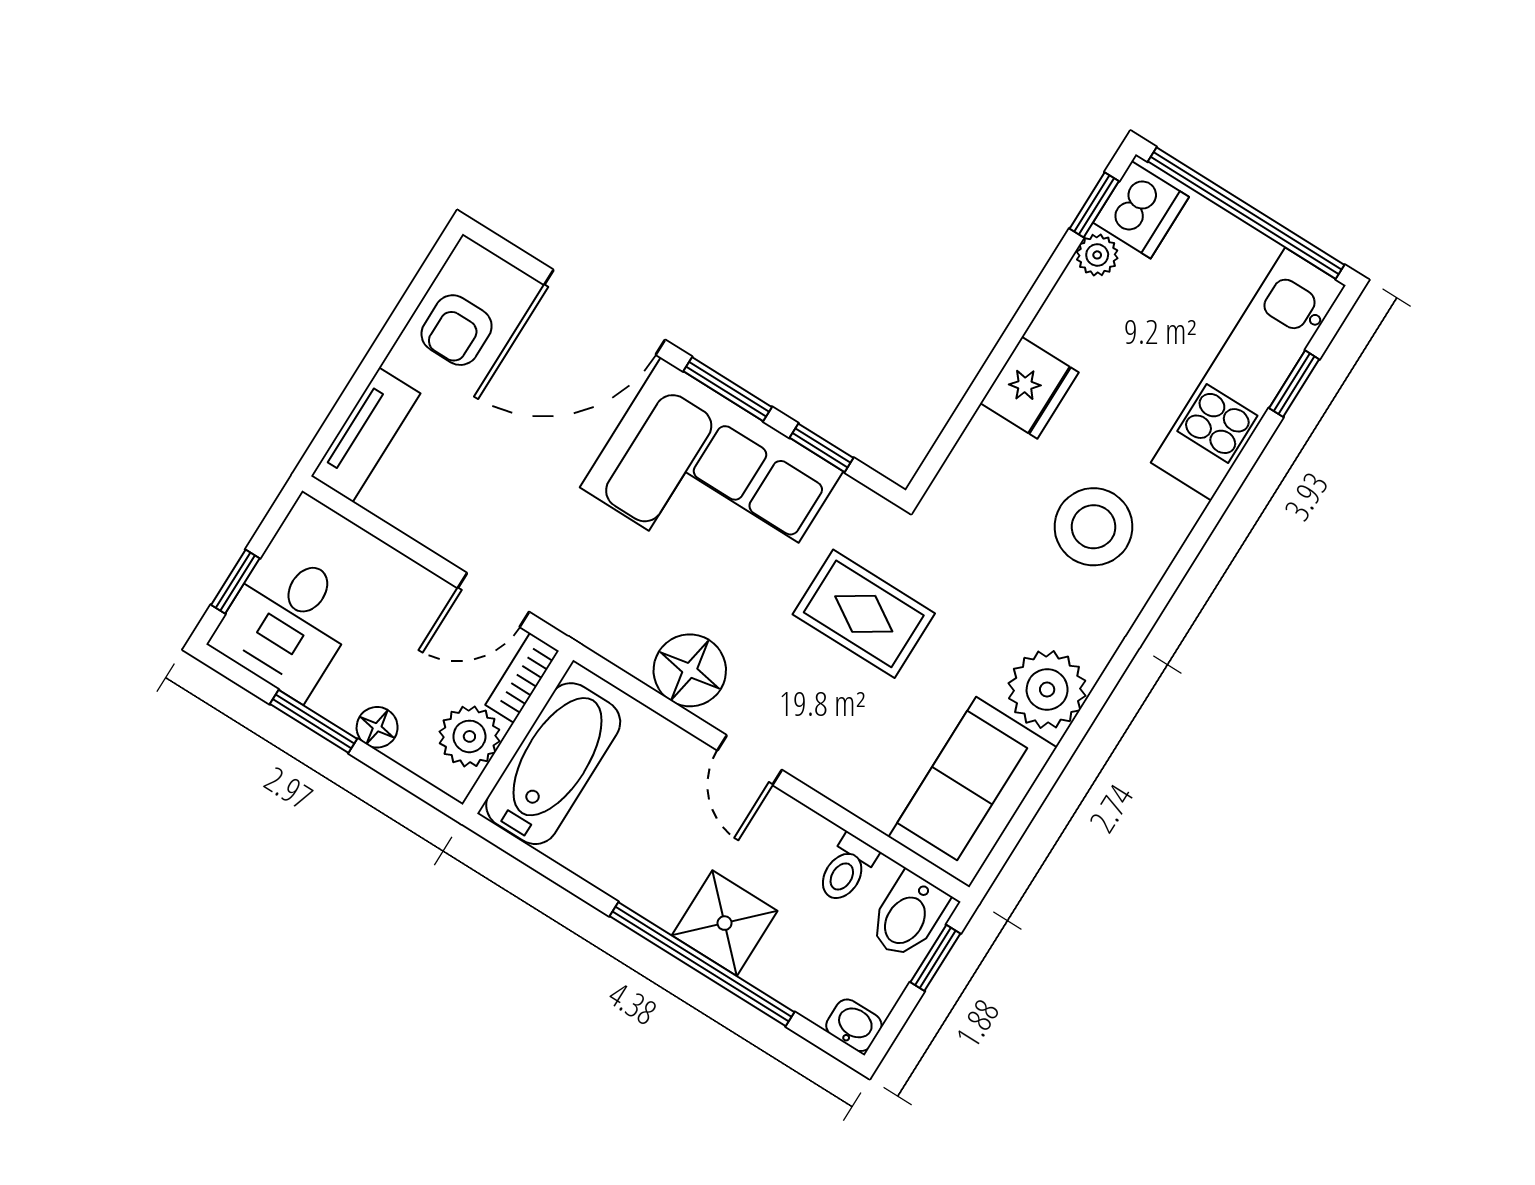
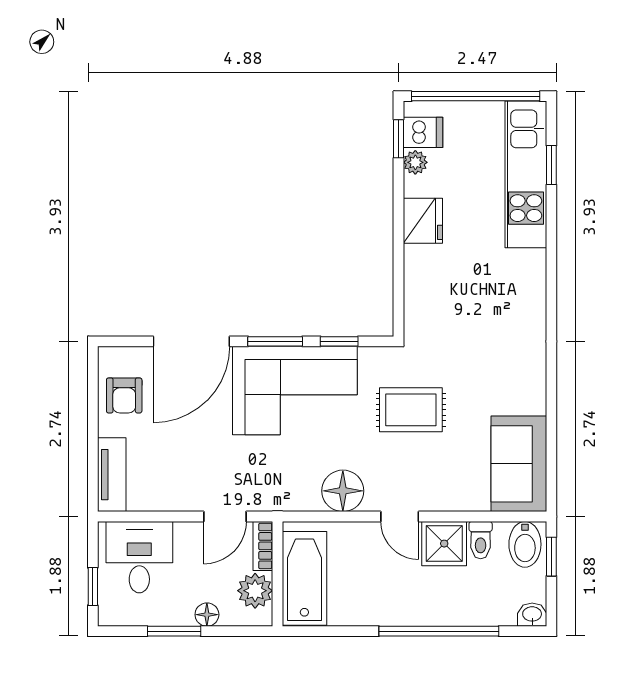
dishwasher: (1141, 210) -> (423, 132), width x0.73
fridge: (1029, 388) -> (423, 221), moved
stool: (1094, 527) -> (497, 297), removed
desk: (287, 622) -> (139, 557), moved, turned 180
plant: (1047, 690) -> (524, 391), removed
shower: (725, 923) -> (444, 544), moved

